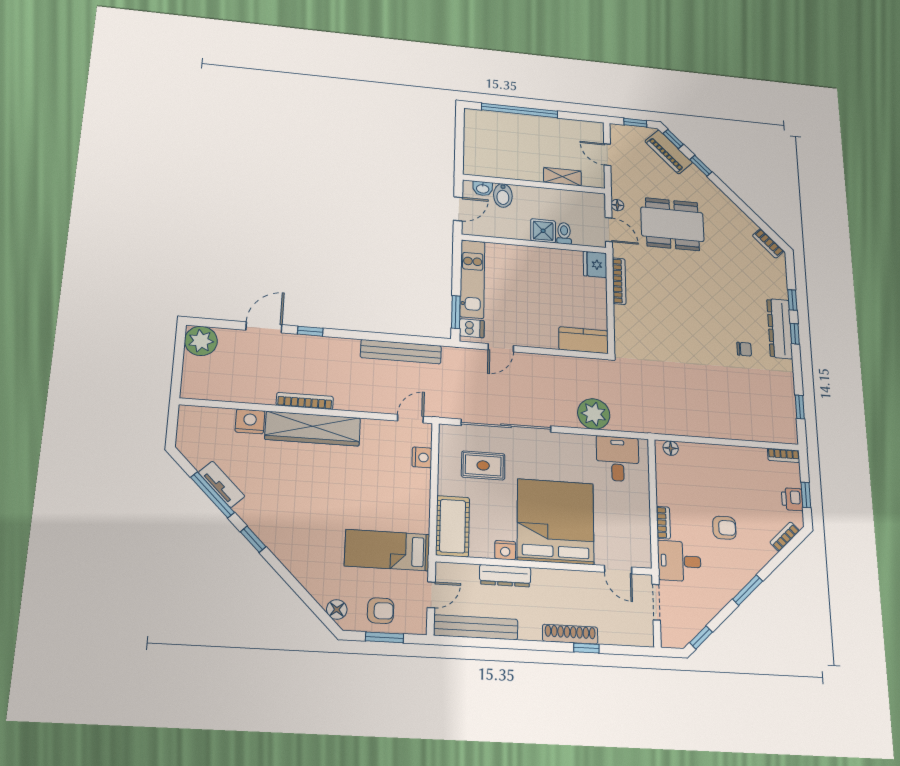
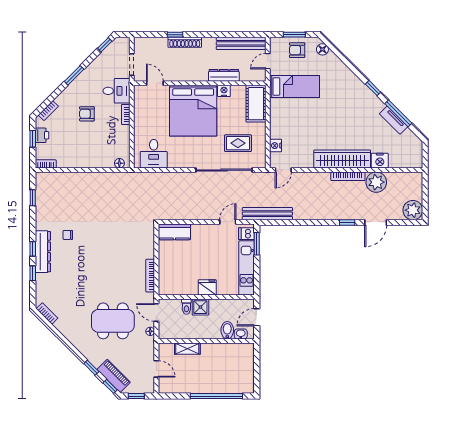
fridge: (595, 264) -> (207, 287), moved, turned -90
bench: (401, 352) -> (267, 214), moved
plant: (594, 414) -> (376, 182), moved

